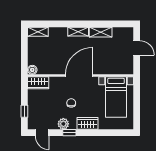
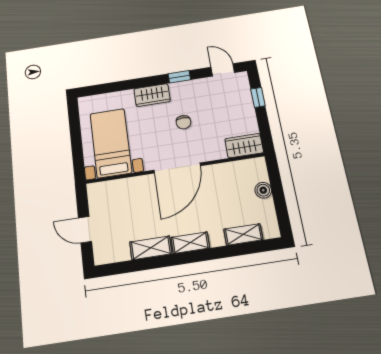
shelving: (38, 32) -> (243, 234), moved
boiler: (32, 70) -> (263, 190), moved
plant: (63, 124) -> (191, 88), removed

